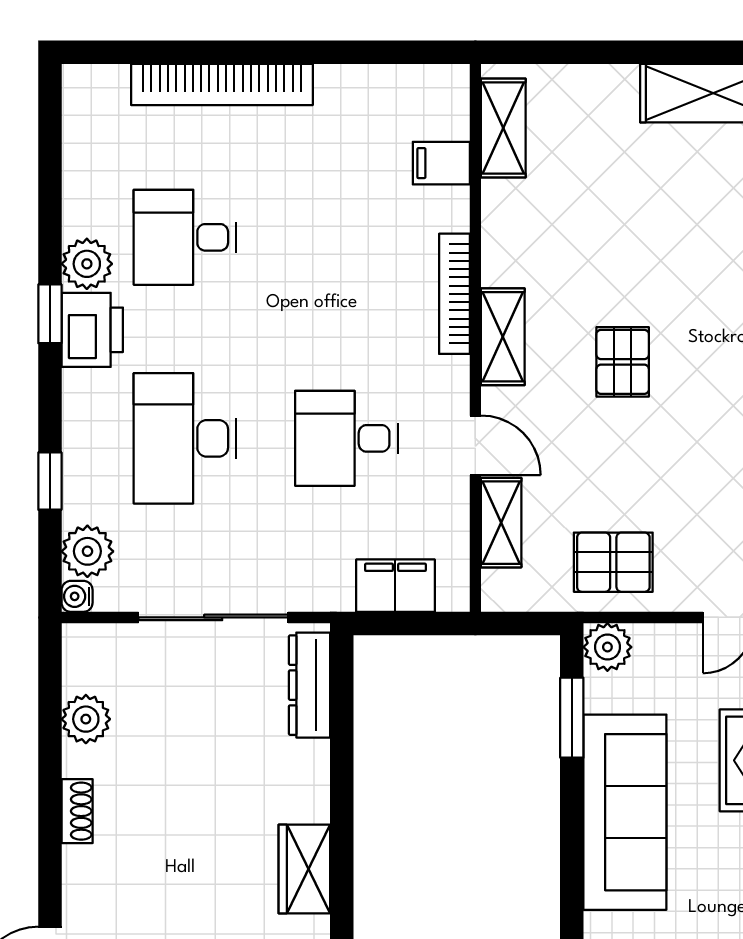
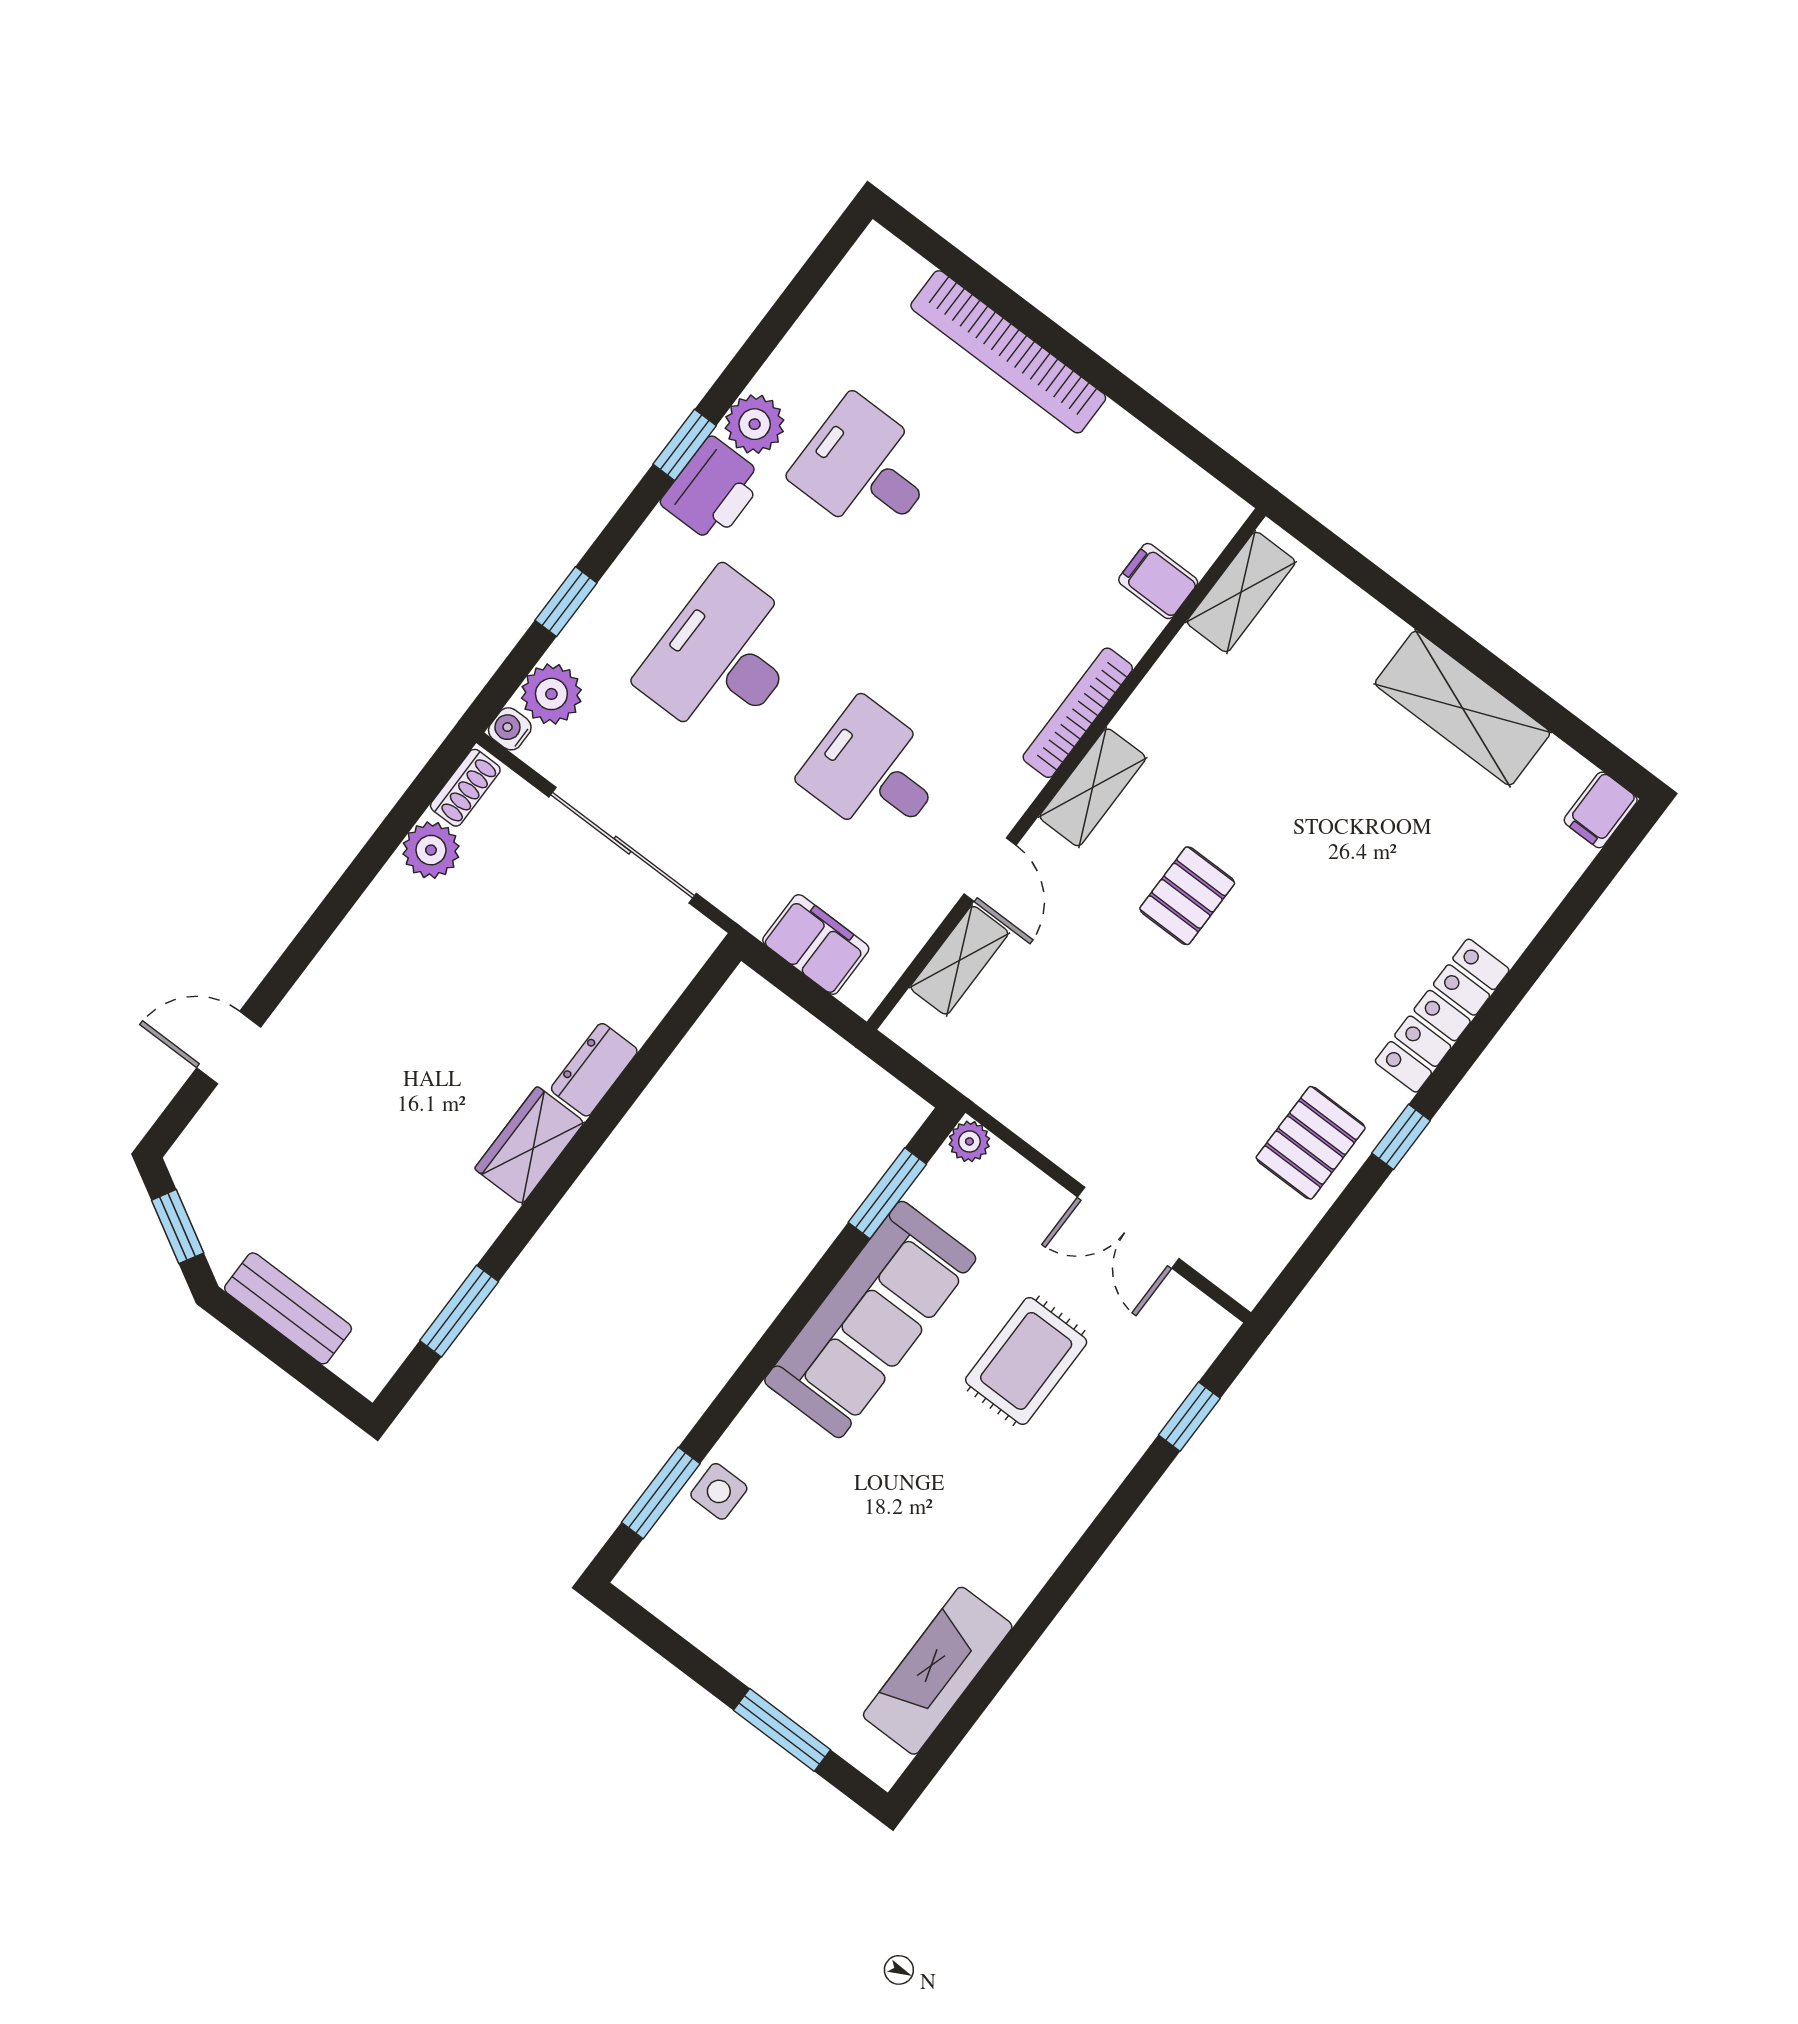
pallet: (613, 562) -> (1036, 1077), removed
plant: (607, 647) -> (969, 1141), width x0.73, depth x0.73
dresser: (309, 685) -> (594, 1070), moved, width x0.70
shoe rack: (77, 811) -> (465, 788), moved

